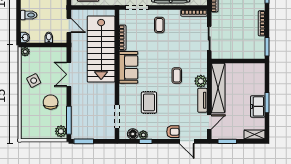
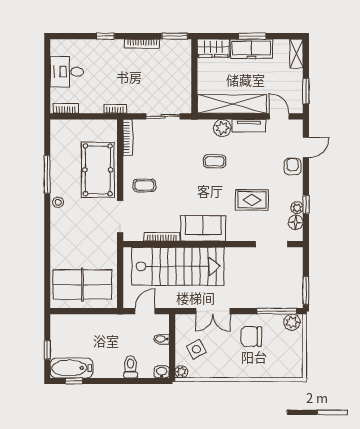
wardrobe: (258, 75) -> (213, 48), added
side table: (34, 81) -> (196, 349), moved
freezer: (258, 106) -> (251, 49), width x1.40

